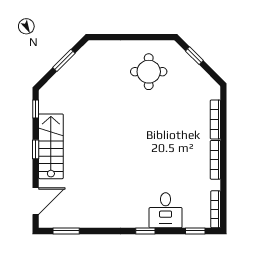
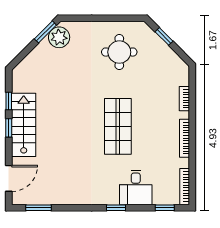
plant: (87, 57) -> (59, 37), added
window: (64, 60) -> (45, 32), moved
window: (36, 109) -> (9, 101), moved
bookcase: (215, 119) -> (184, 99), width x0.64
shop shelf: (147, 148) -> (118, 126), added

